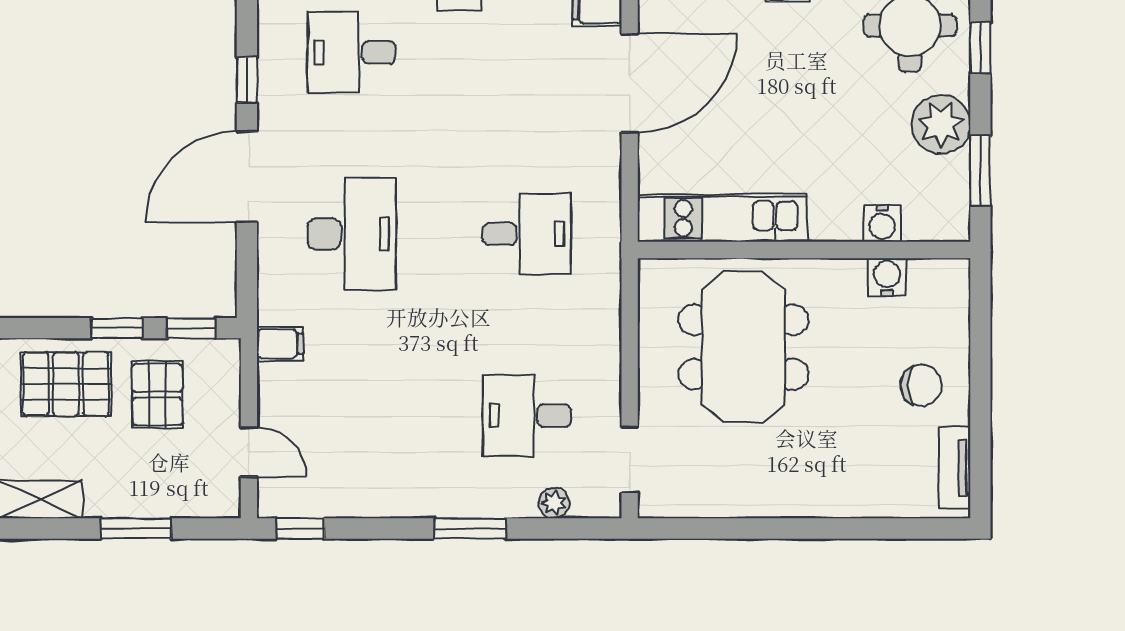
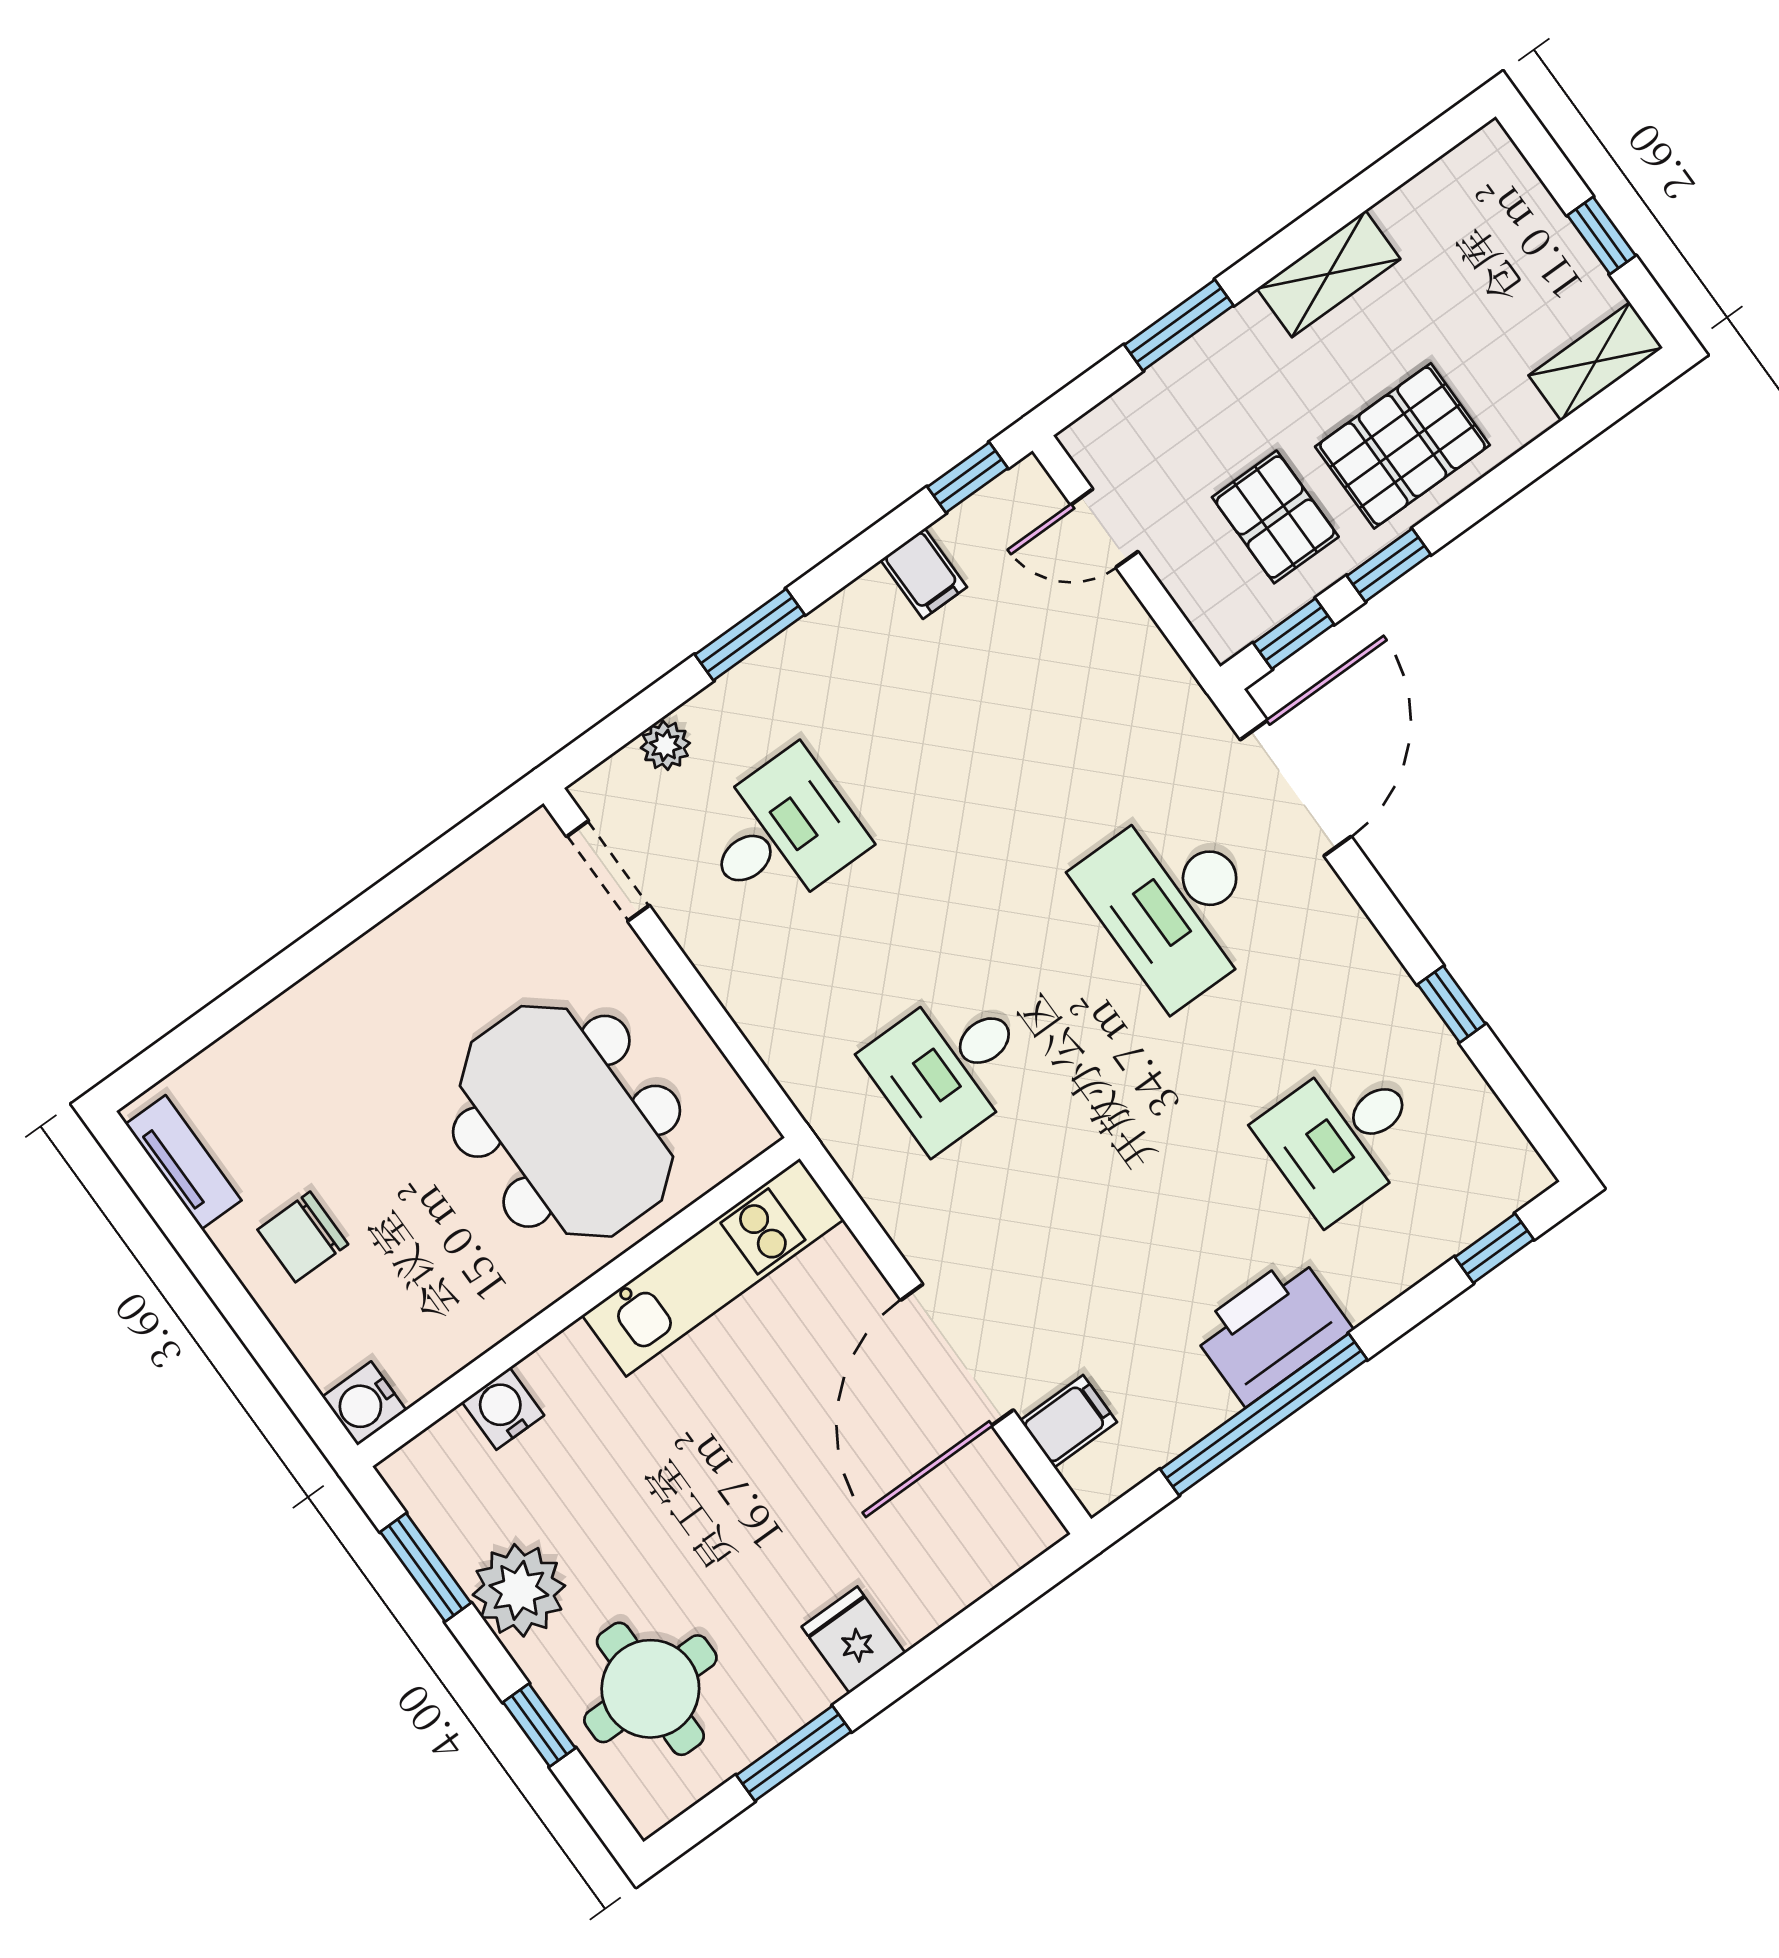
desk: (352, 52) -> (1343, 1137), turned 180
door: (247, 177) -> (1296, 788), moved
water cooler: (887, 277) -> (364, 1404), moved, turned 90
filing cabinet: (280, 344) -> (924, 574), moved, turned -90

